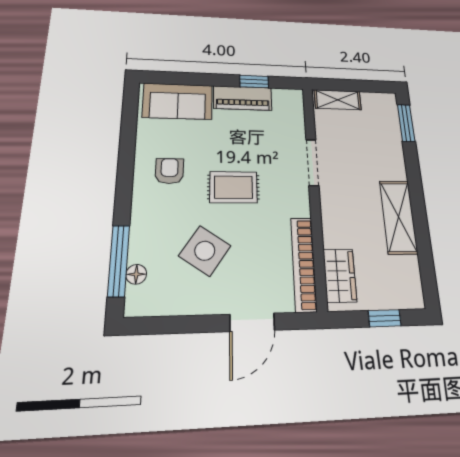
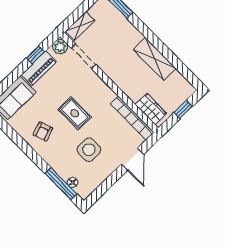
plant: (292, 99) -> (60, 47), added
doorway: (312, 162) -> (84, 56), moved
armchair: (169, 171) -> (43, 131), turned -110
rug: (233, 187) -> (75, 113), turned 90
side table: (205, 251) -> (89, 150), turned -34

